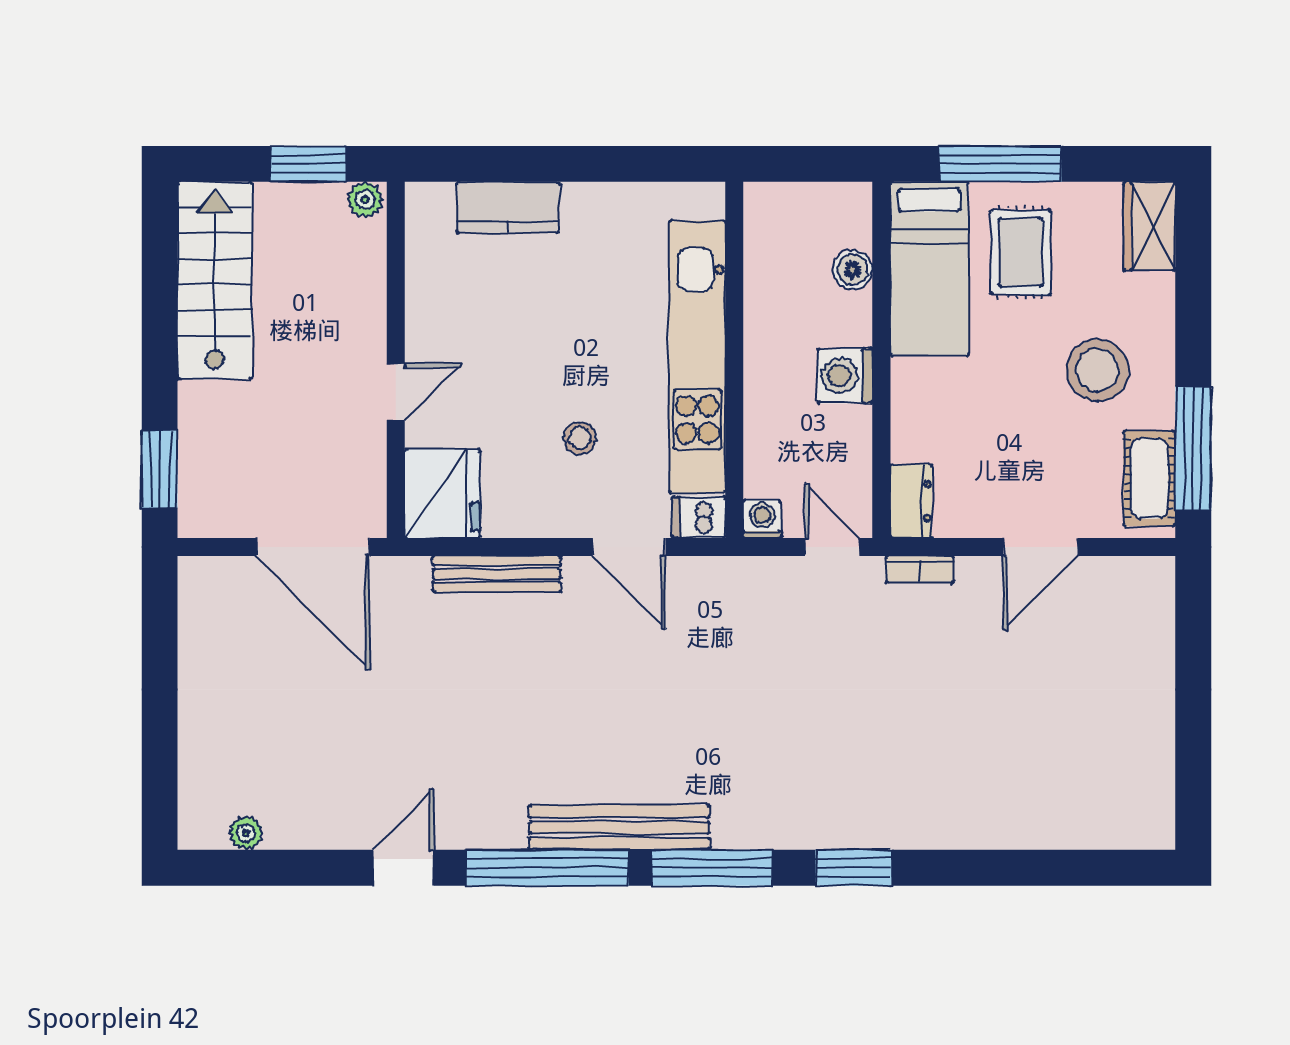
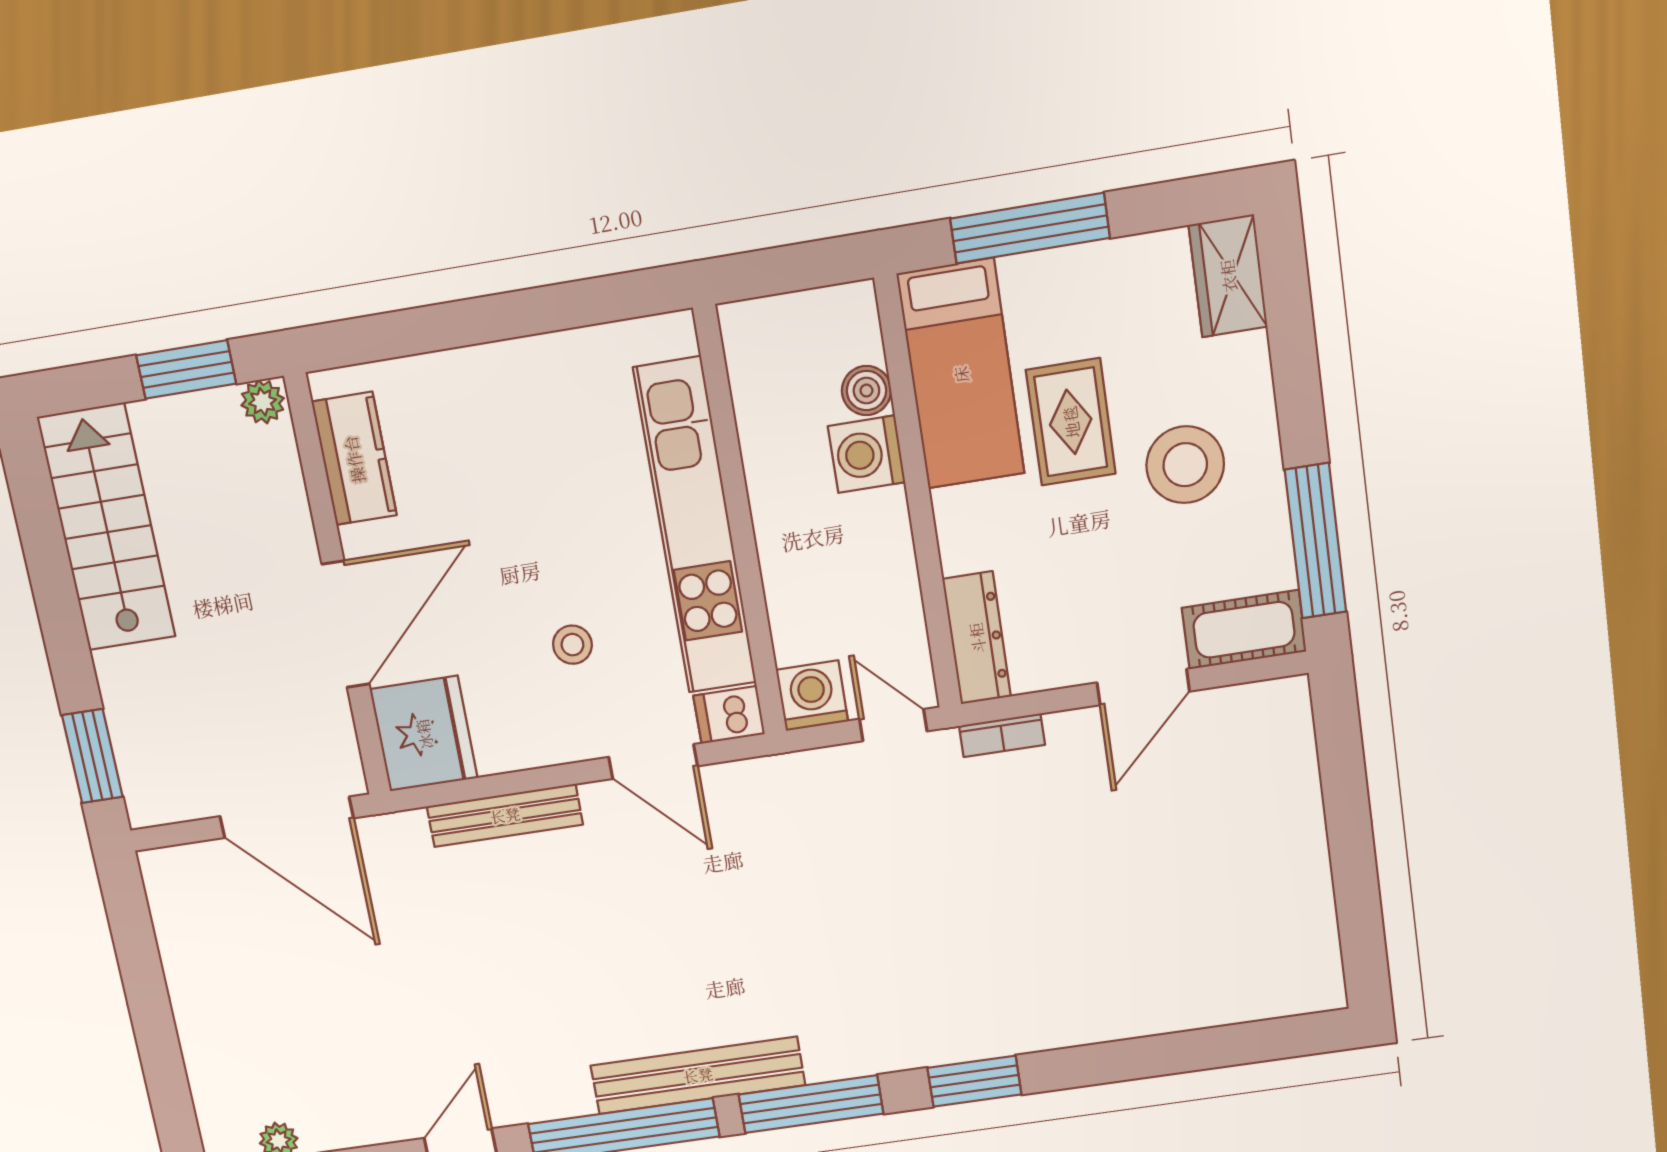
kitchen counter: (508, 207) -> (354, 459), moved, turned -90
rug: (1020, 252) -> (1071, 422), moved
washing machine: (845, 376) -> (867, 454), moved
door: (396, 392) -> (346, 624), width x1.88
cot: (1149, 478) -> (1244, 630), moved, turned 90
dresser: (911, 501) -> (977, 638), width x1.44
washing machine: (762, 519) -> (812, 696), width x1.38, depth x1.38

